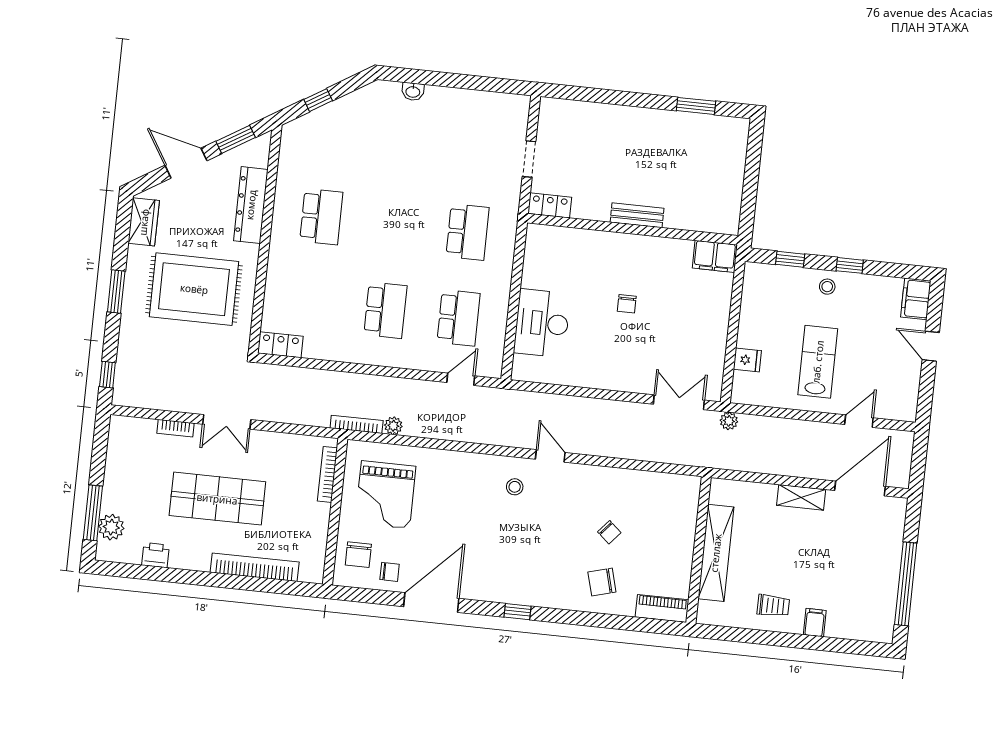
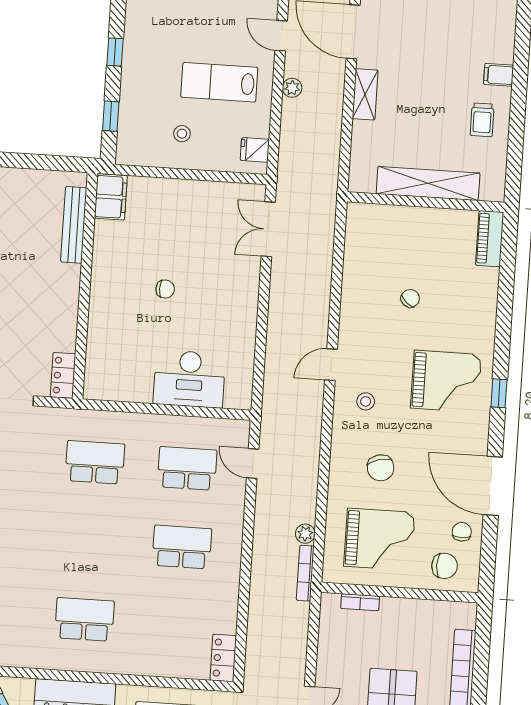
bench: (637, 215) -> (74, 225), moved, width x1.36
stool: (827, 287) -> (182, 134), moved
fridge: (747, 360) -> (255, 150), moved, turned -90
plant: (729, 421) -> (292, 88), moved
bookcase: (327, 474) -> (360, 602), width x0.64
grand piano: (531, 563) -> (446, 381), added
chair: (602, 582) -> (381, 468), moved
trolley: (773, 606) -> (482, 120), turned 180

